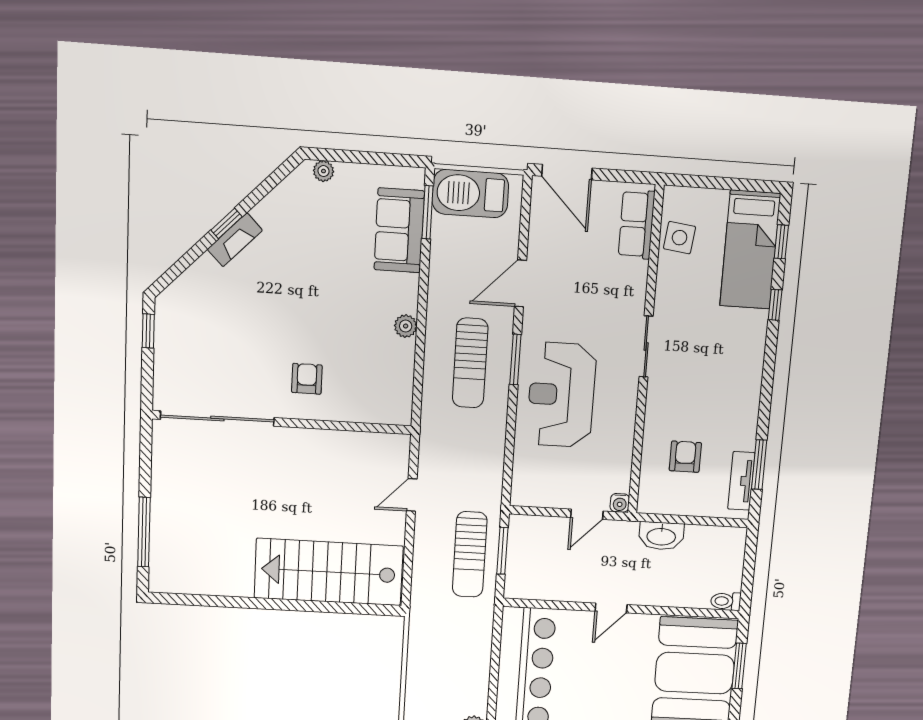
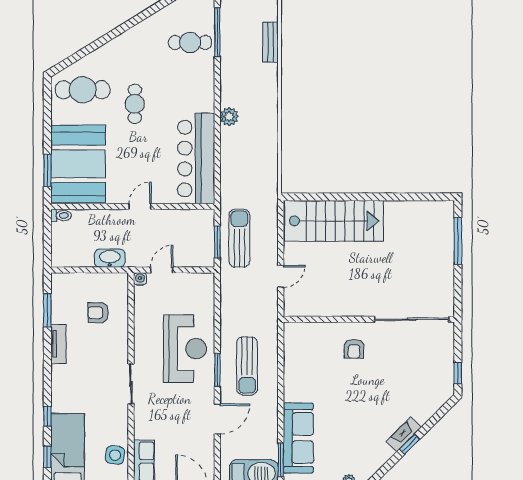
sofa: (399, 230) -> (298, 438), width x1.36
plant: (406, 326) -> (291, 387), removed
sun lounger: (470, 363) -> (247, 366), turned 180
armchair: (685, 457) -> (98, 313), turned 90
tv unit: (741, 481) -> (58, 344), moved

